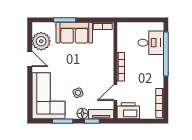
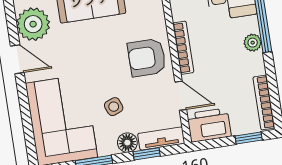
armchair: (100, 69) -> (147, 58), added
plant: (159, 70) -> (253, 43), added
door: (115, 92) -> (181, 96), swing flipped
window: (148, 121) -> (249, 138), added

